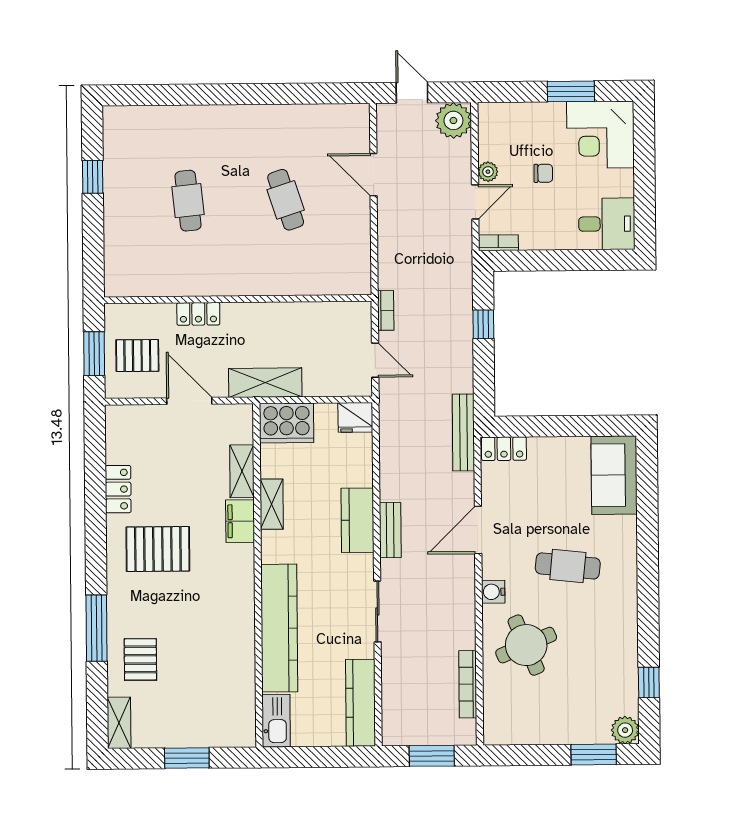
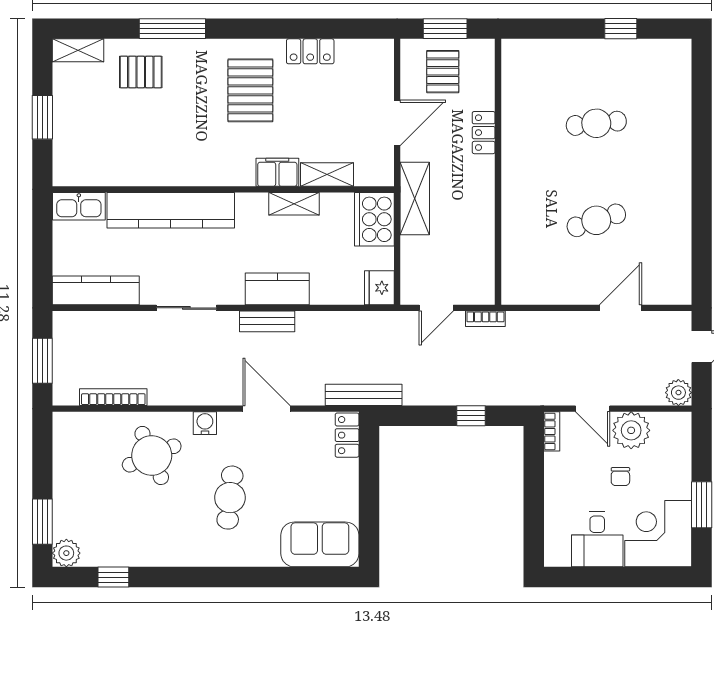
plant: (453, 120) -> (678, 393), width x0.73, depth x0.73
plant: (488, 172) -> (631, 430), width x1.87, depth x1.87
desk: (607, 224) -> (597, 539), moved

